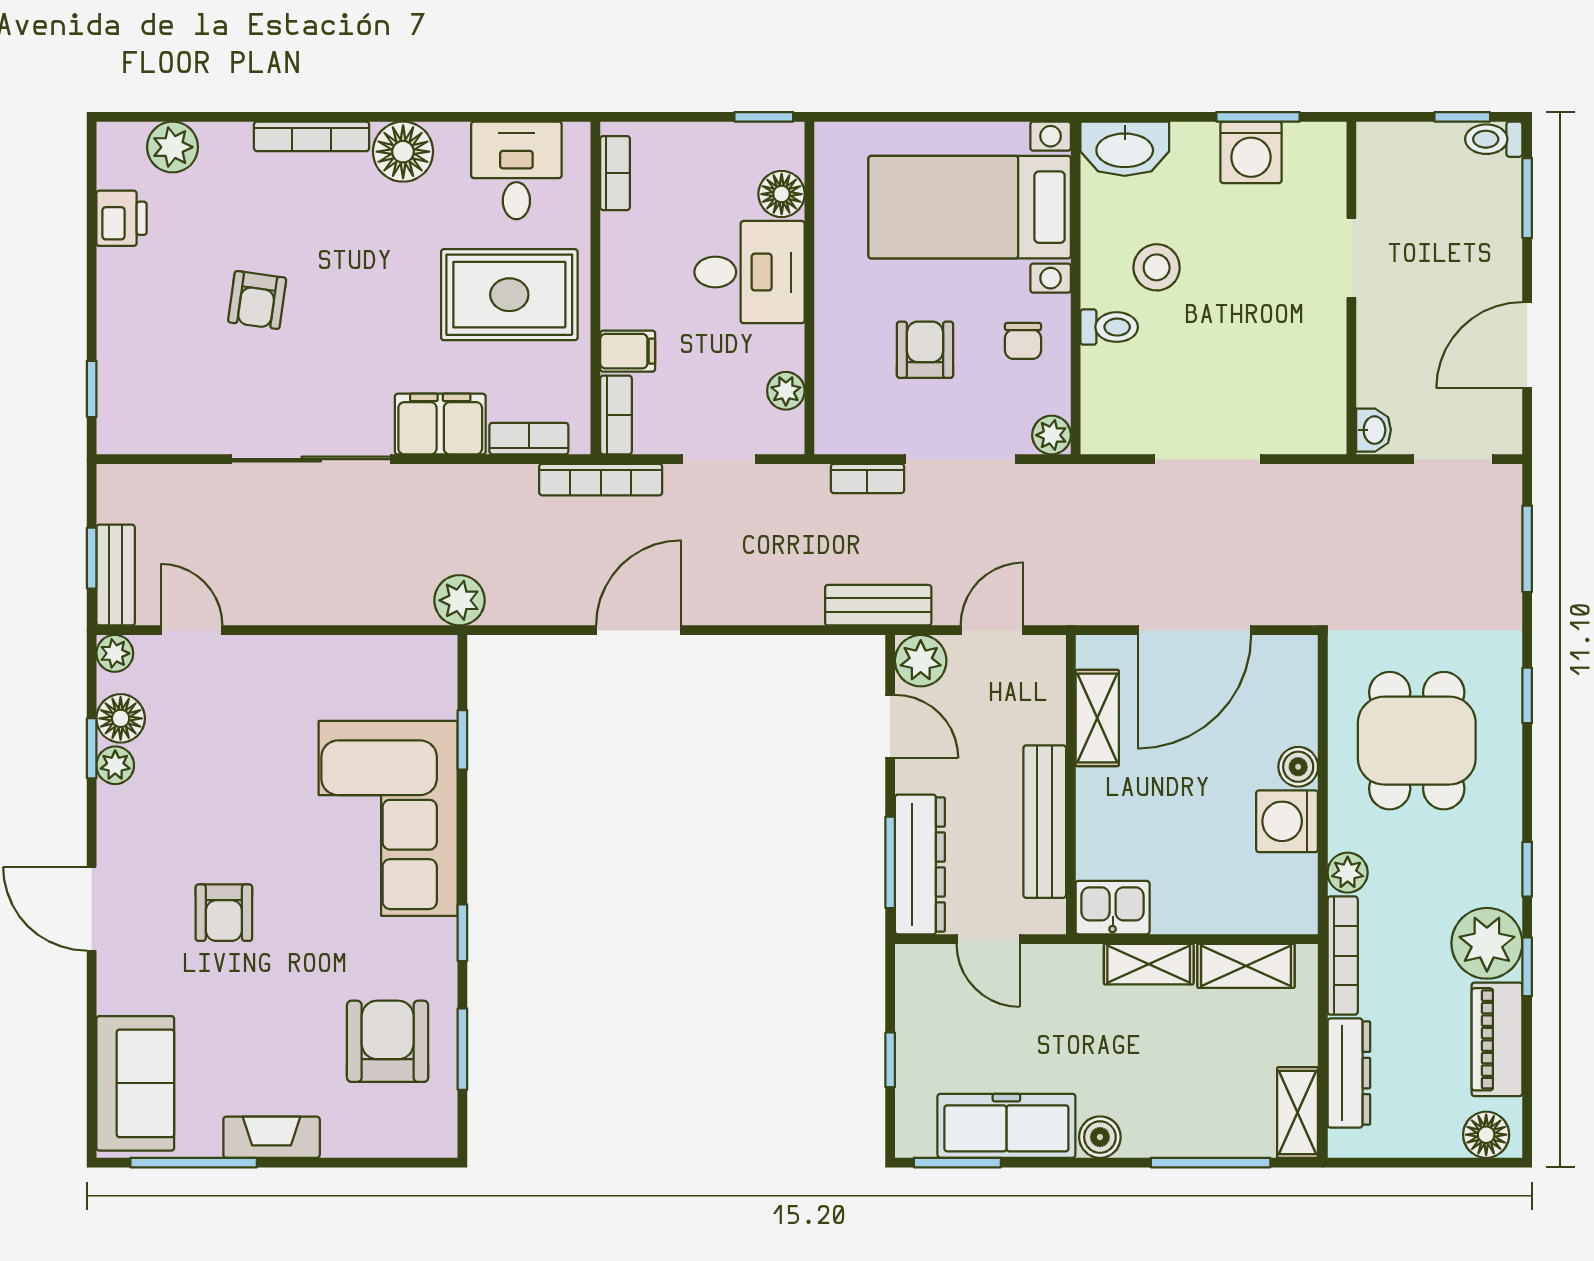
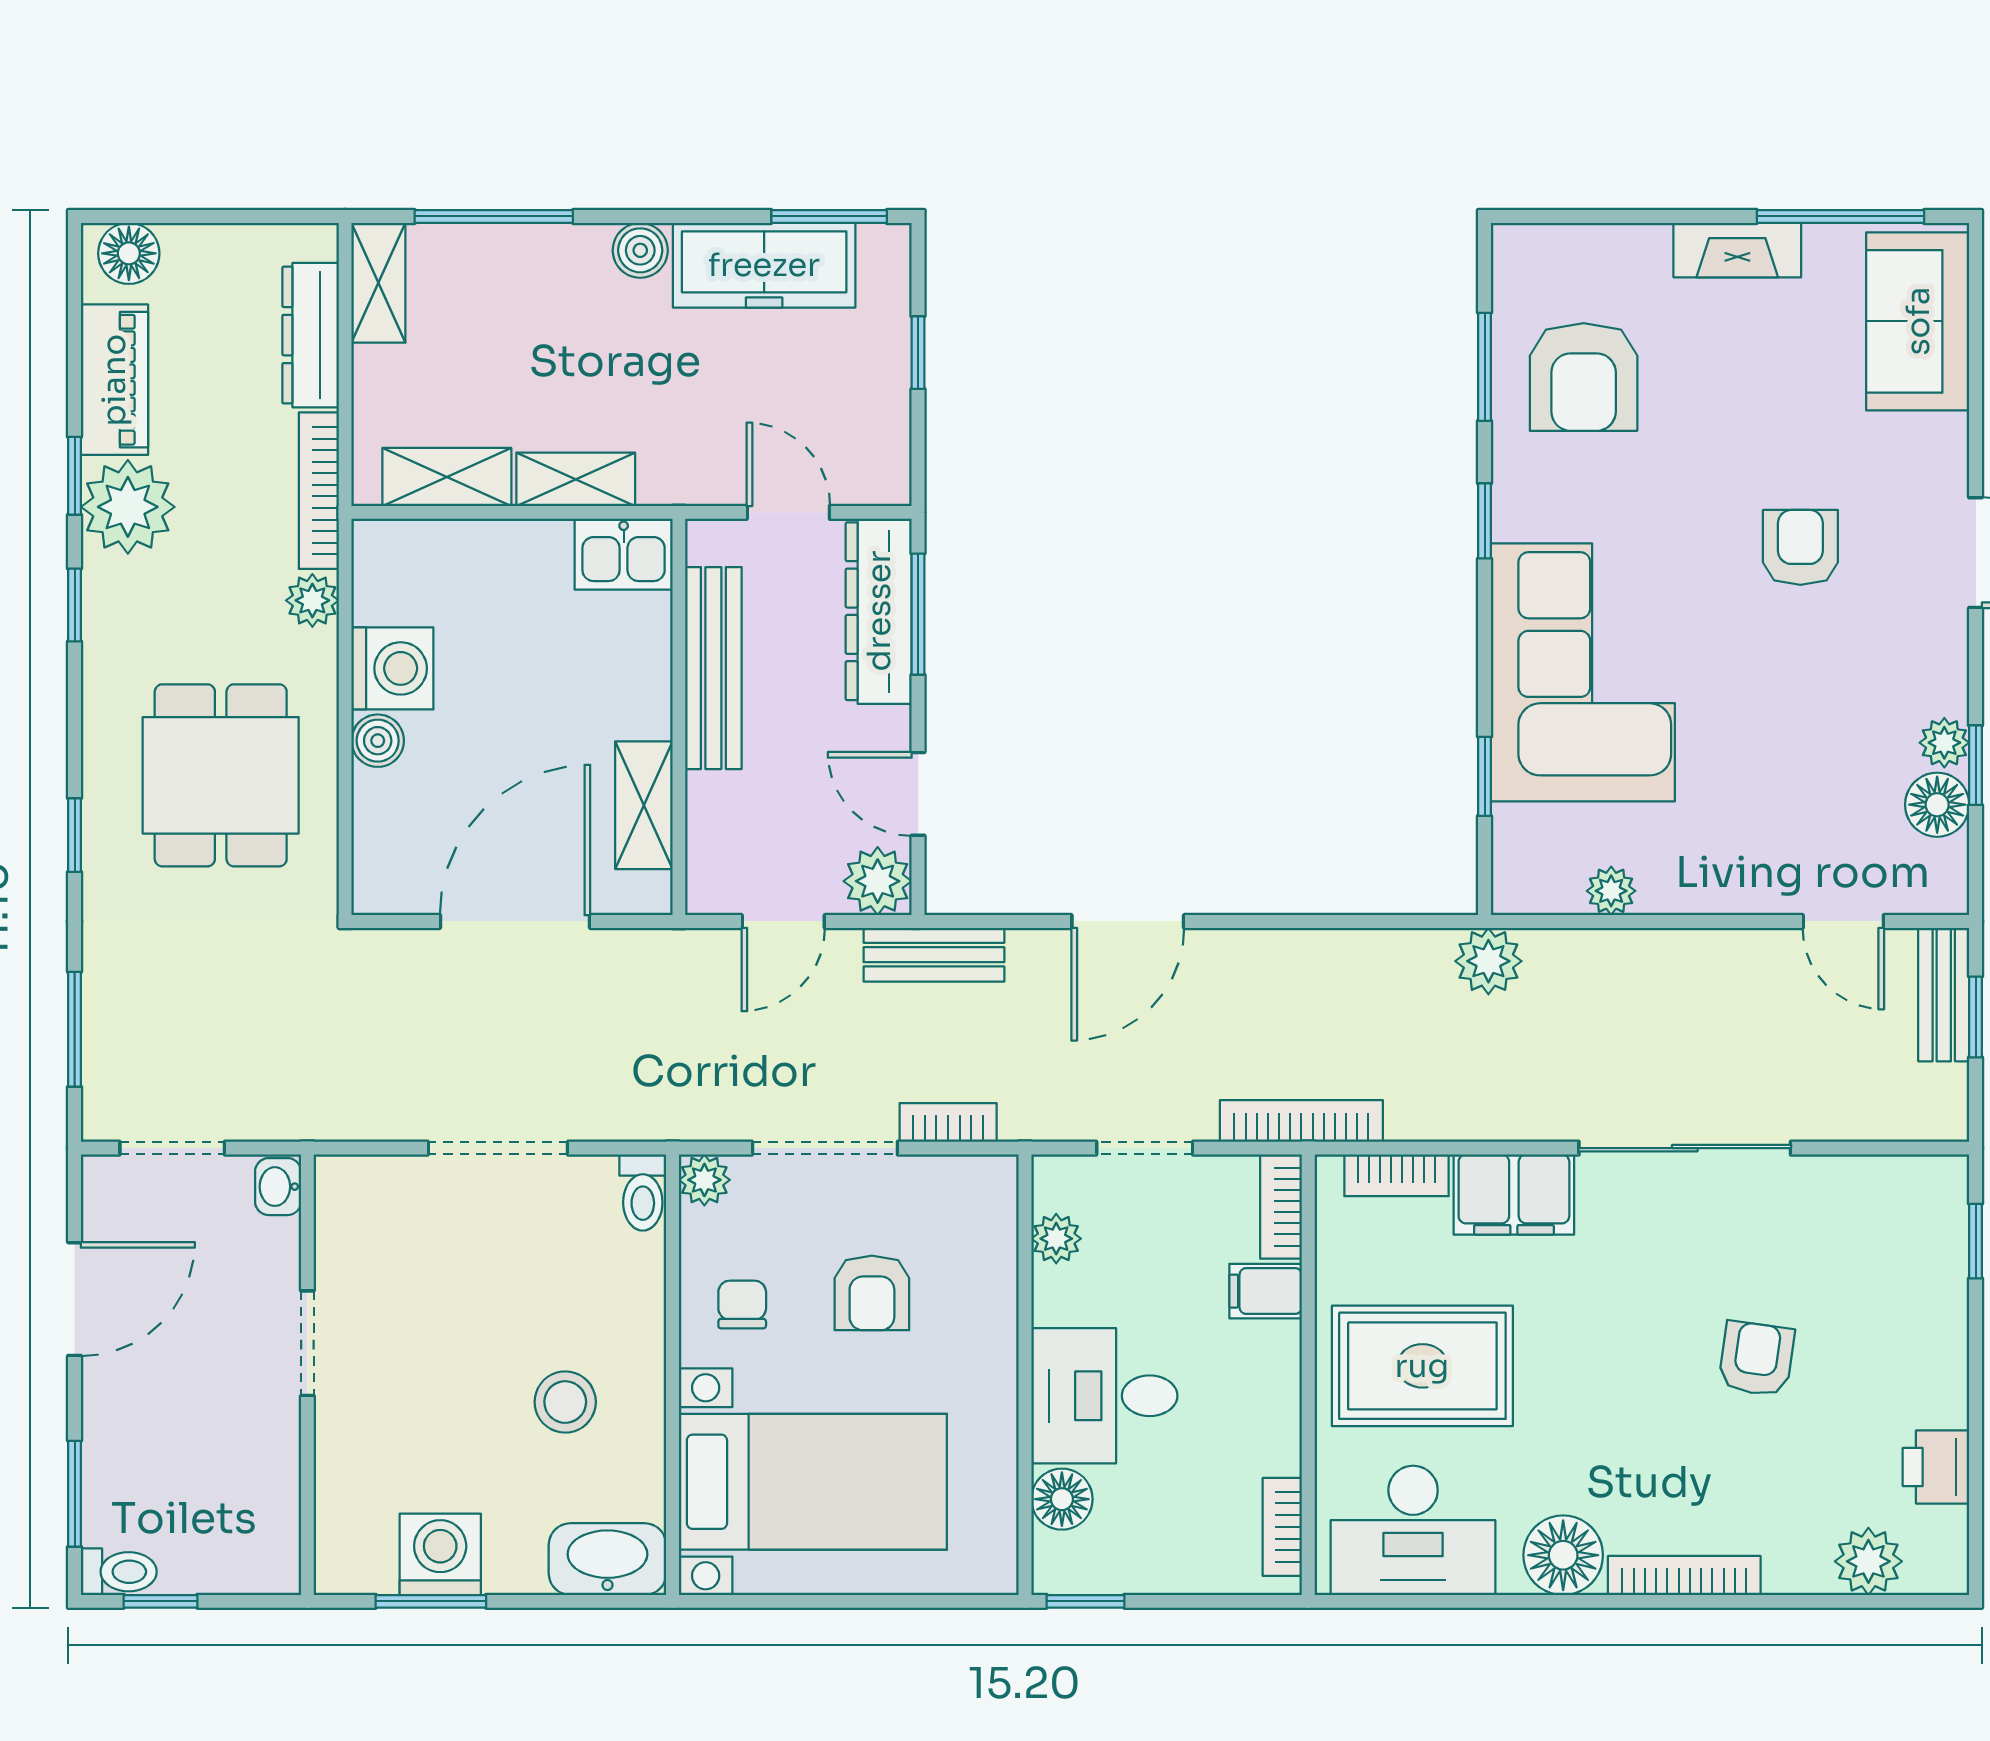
desk: (516, 170) -> (1413, 1530), width x1.37
doorway: (1351, 258) -> (307, 1343), moved
toilet: (1109, 327) -> (643, 1193), moved, turned -90
door: (639, 630) -> (1128, 921), moved
plant: (115, 653) -> (1611, 891), moved

